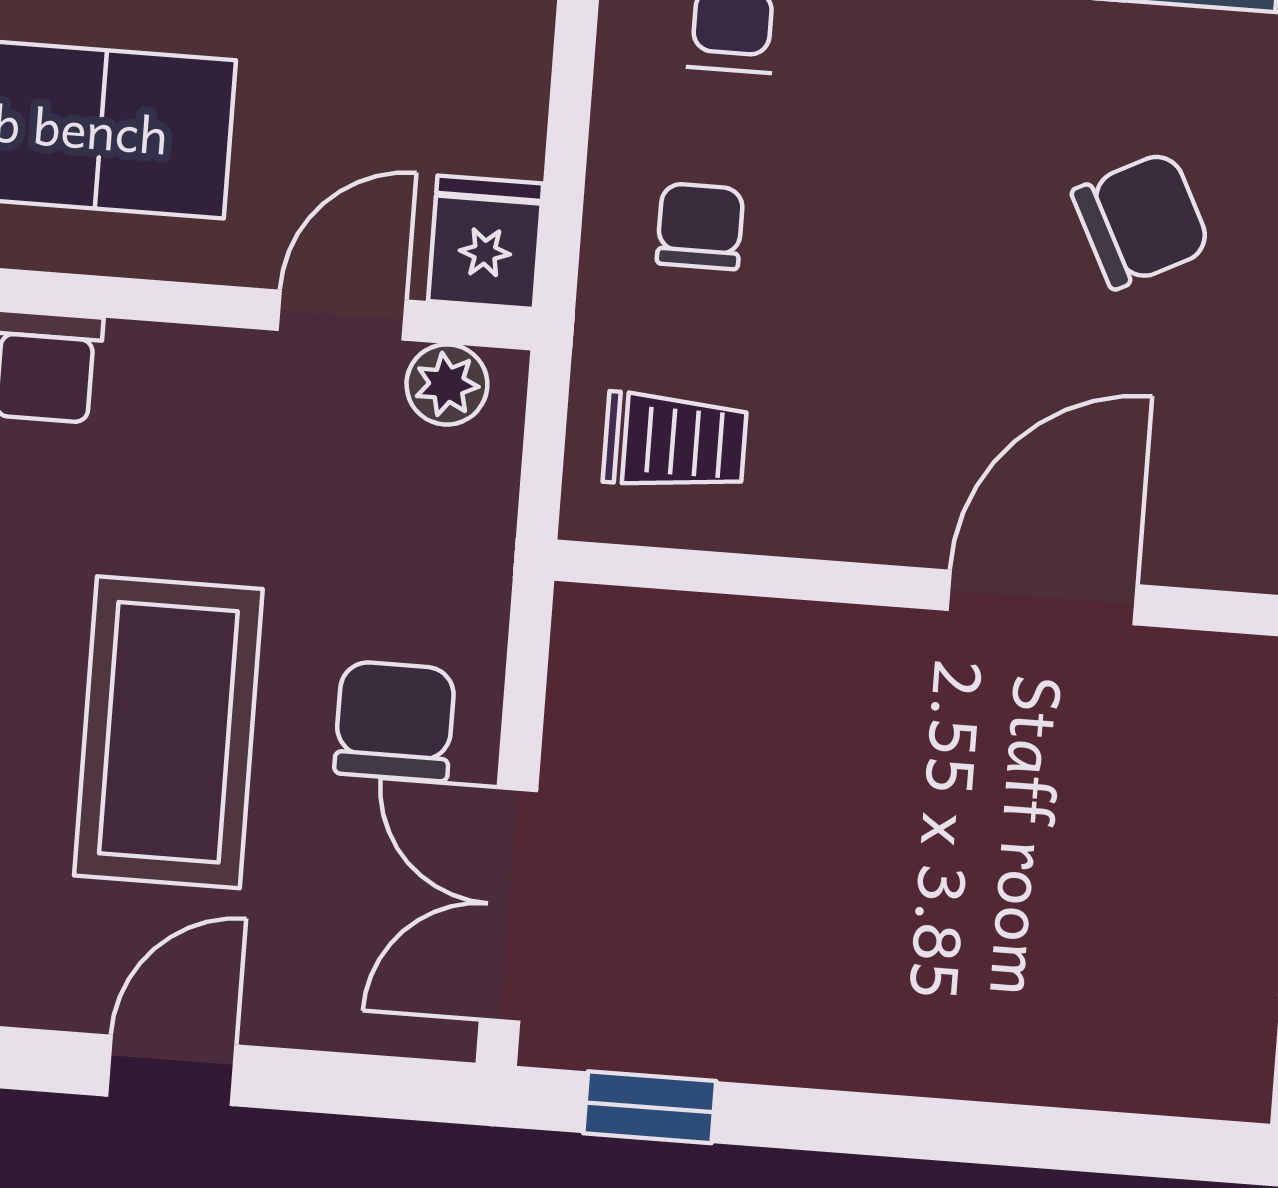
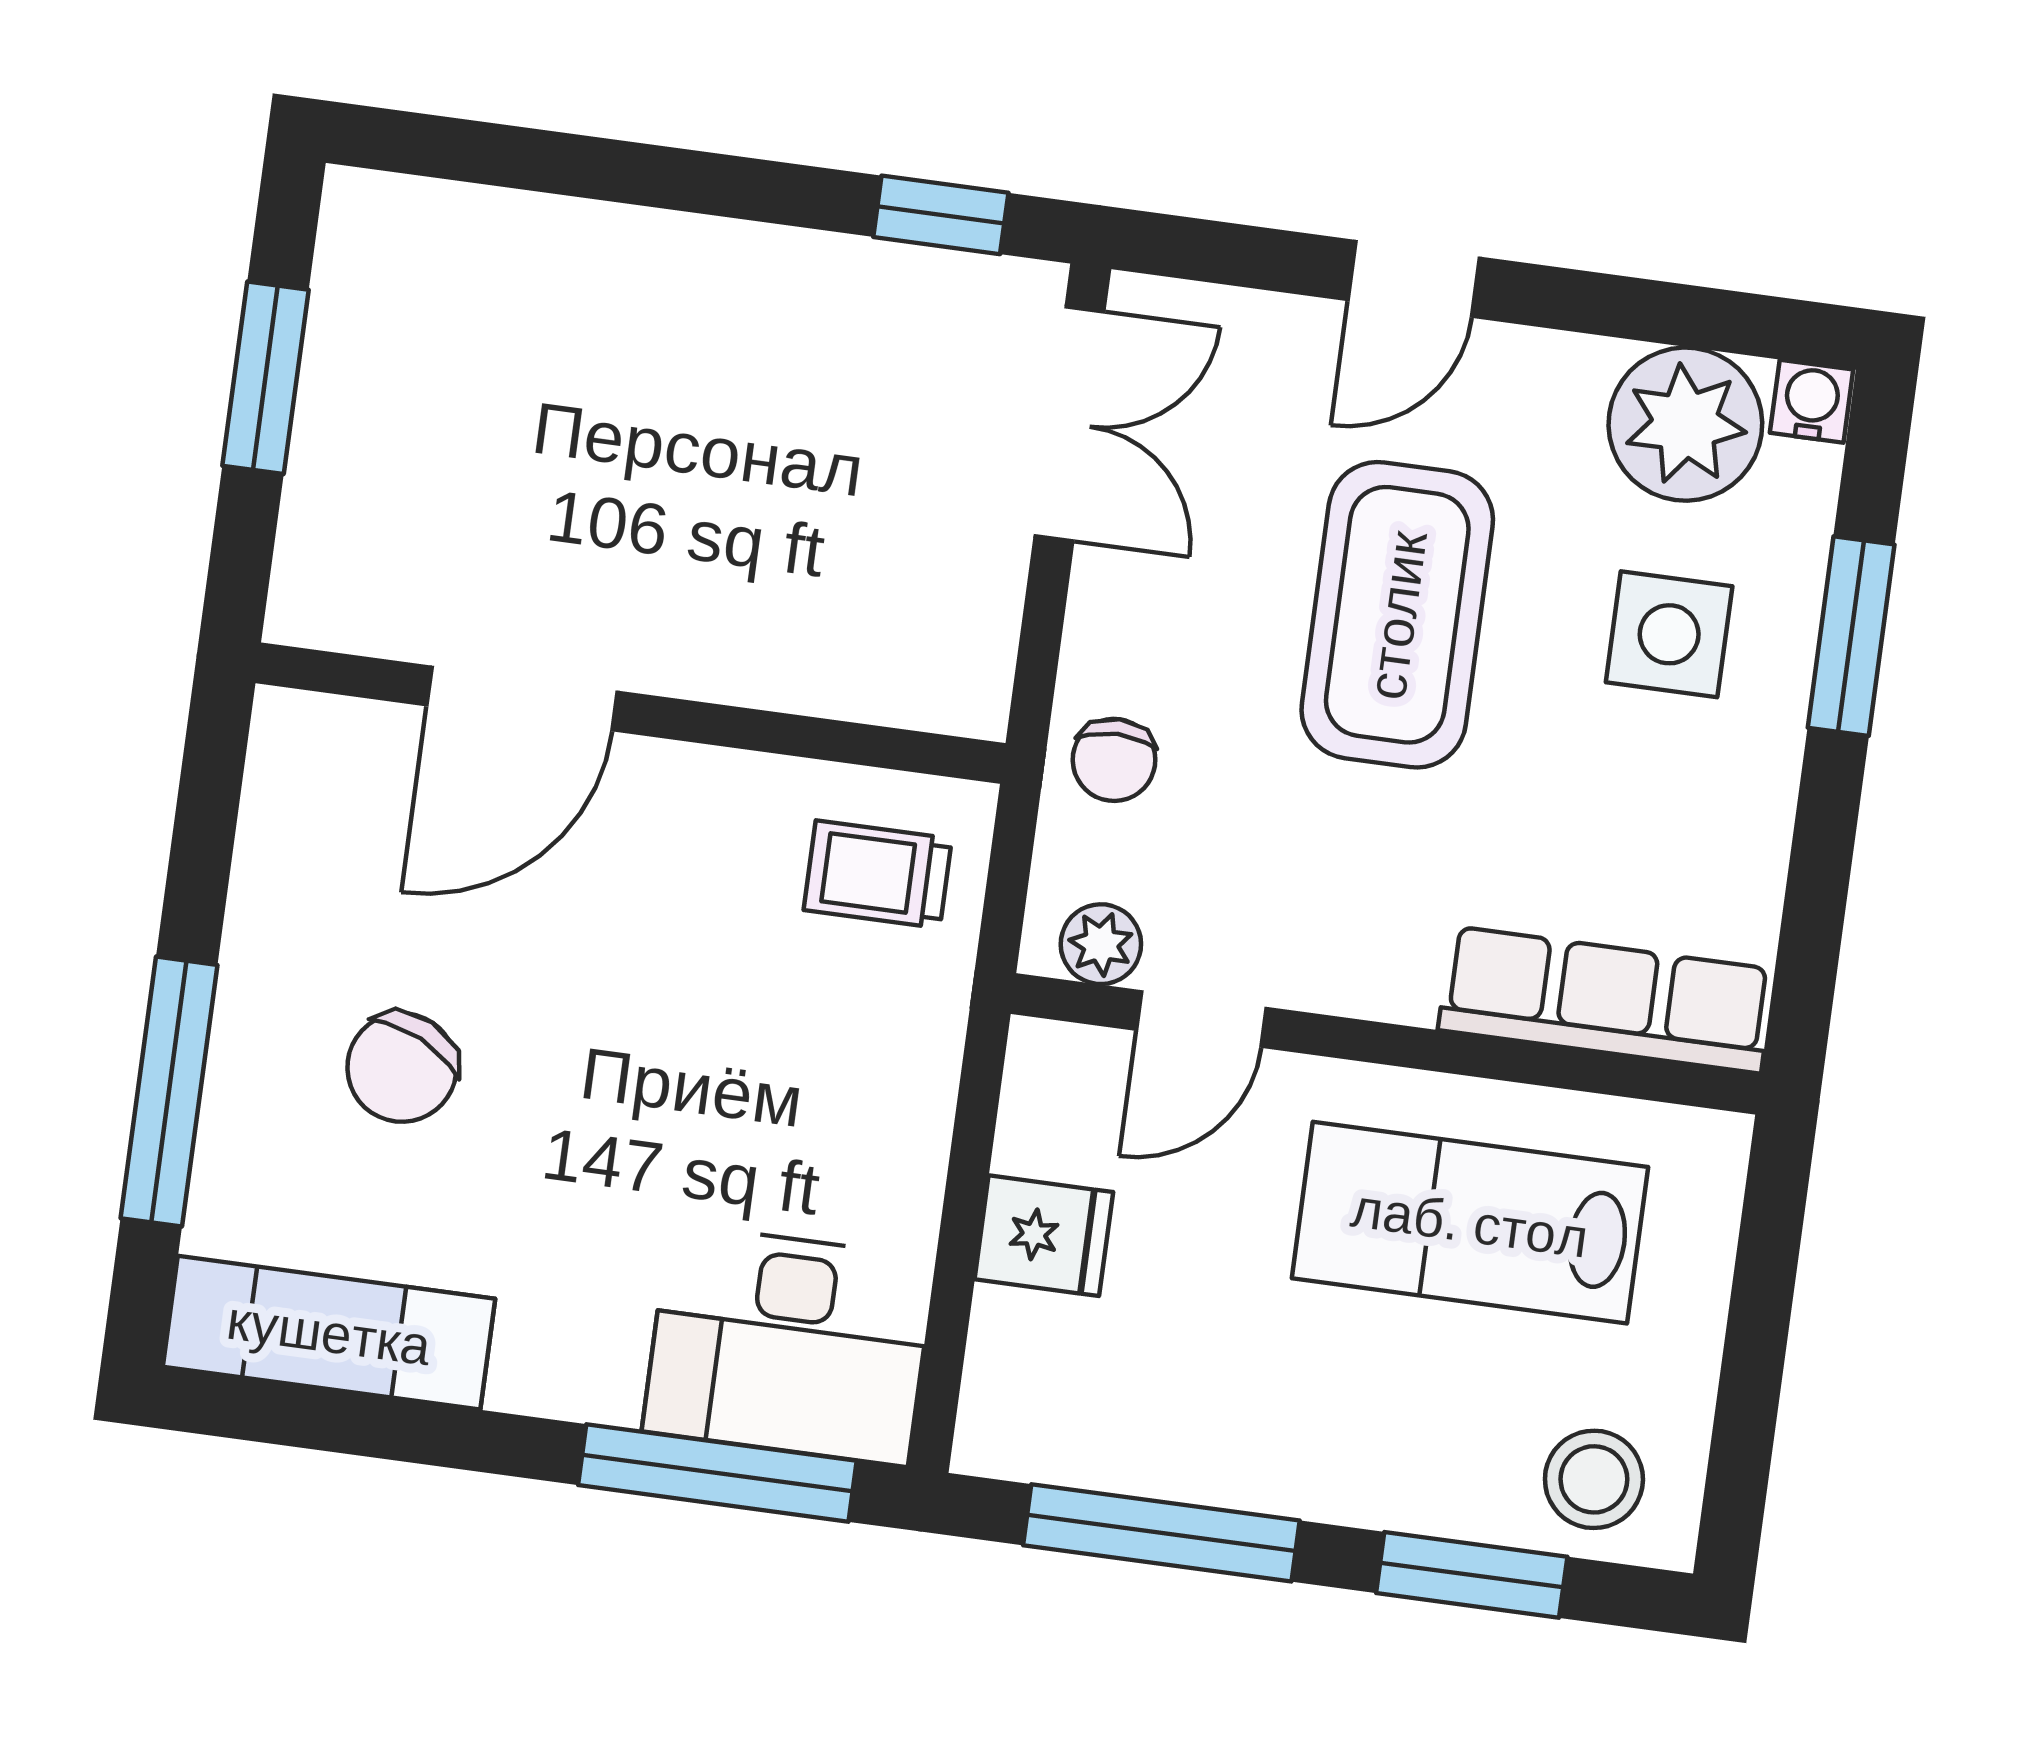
chair: (1141, 220) -> (402, 1068), turned -37
chair: (700, 226) -> (840, 1087), removed
fridge: (486, 242) -> (1044, 1236), moved, turned -90
chair: (395, 721) -> (1114, 760), moved, width x0.73, depth x0.73

